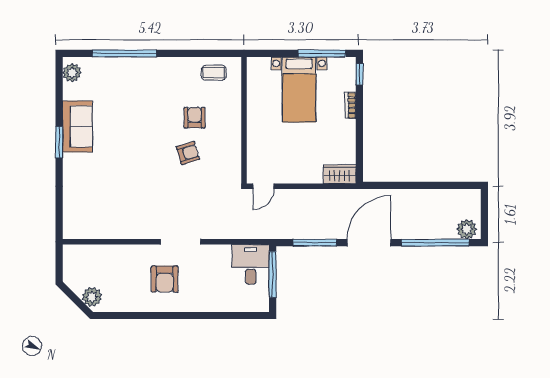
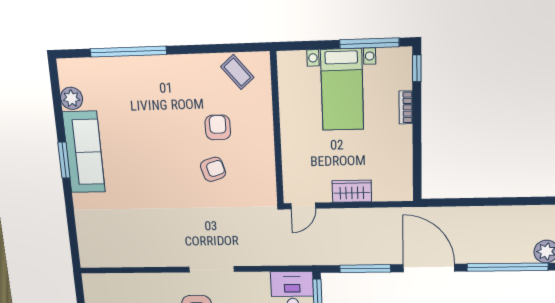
plant: (72, 73) -> (72, 98), moved
coffee table: (214, 73) -> (237, 72), turned 50
sofa: (77, 126) -> (84, 152), width x1.36
wardrobe: (340, 174) -> (352, 191), moved
door: (369, 243) -> (429, 268), hinge flipped

